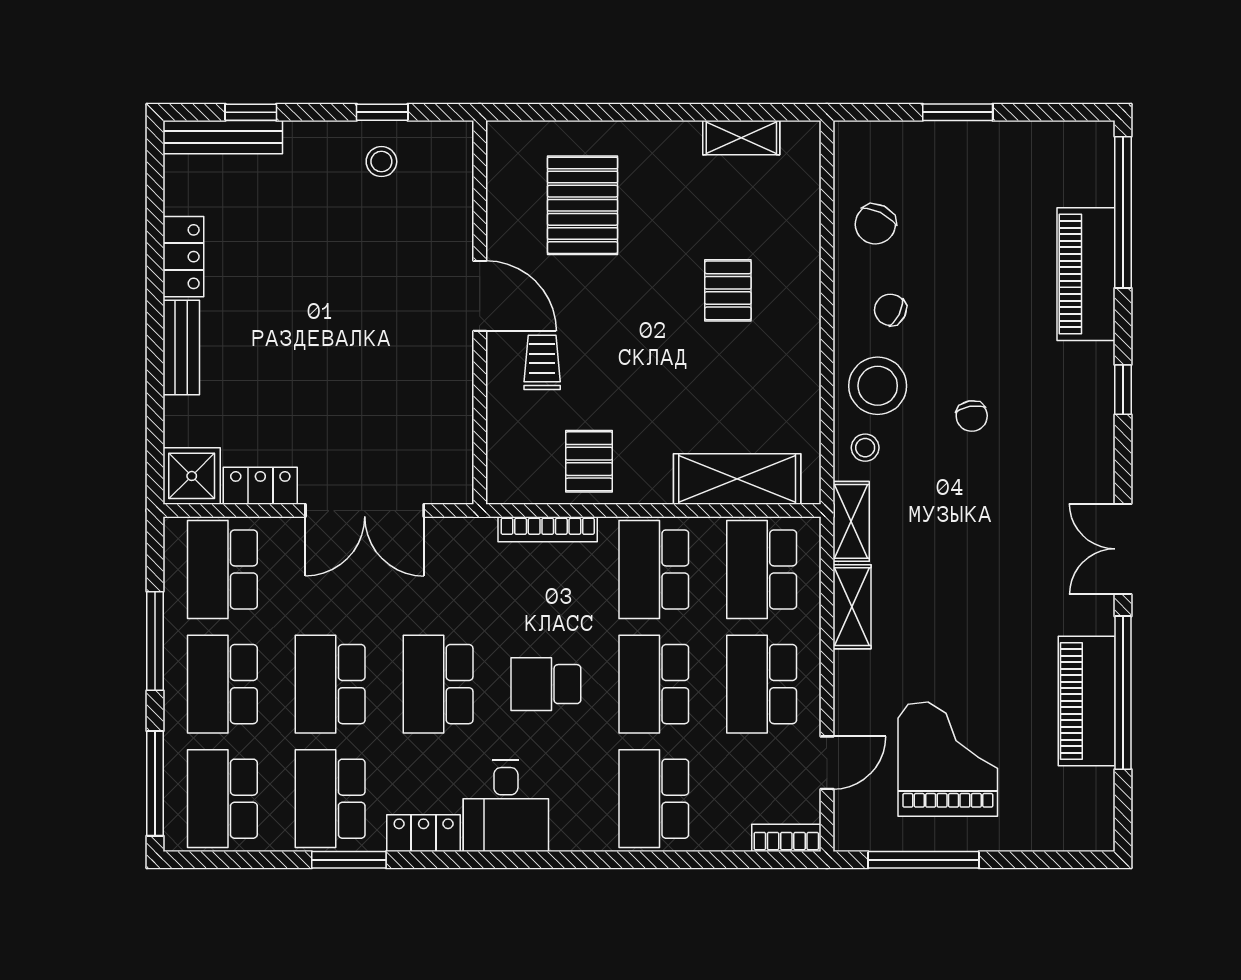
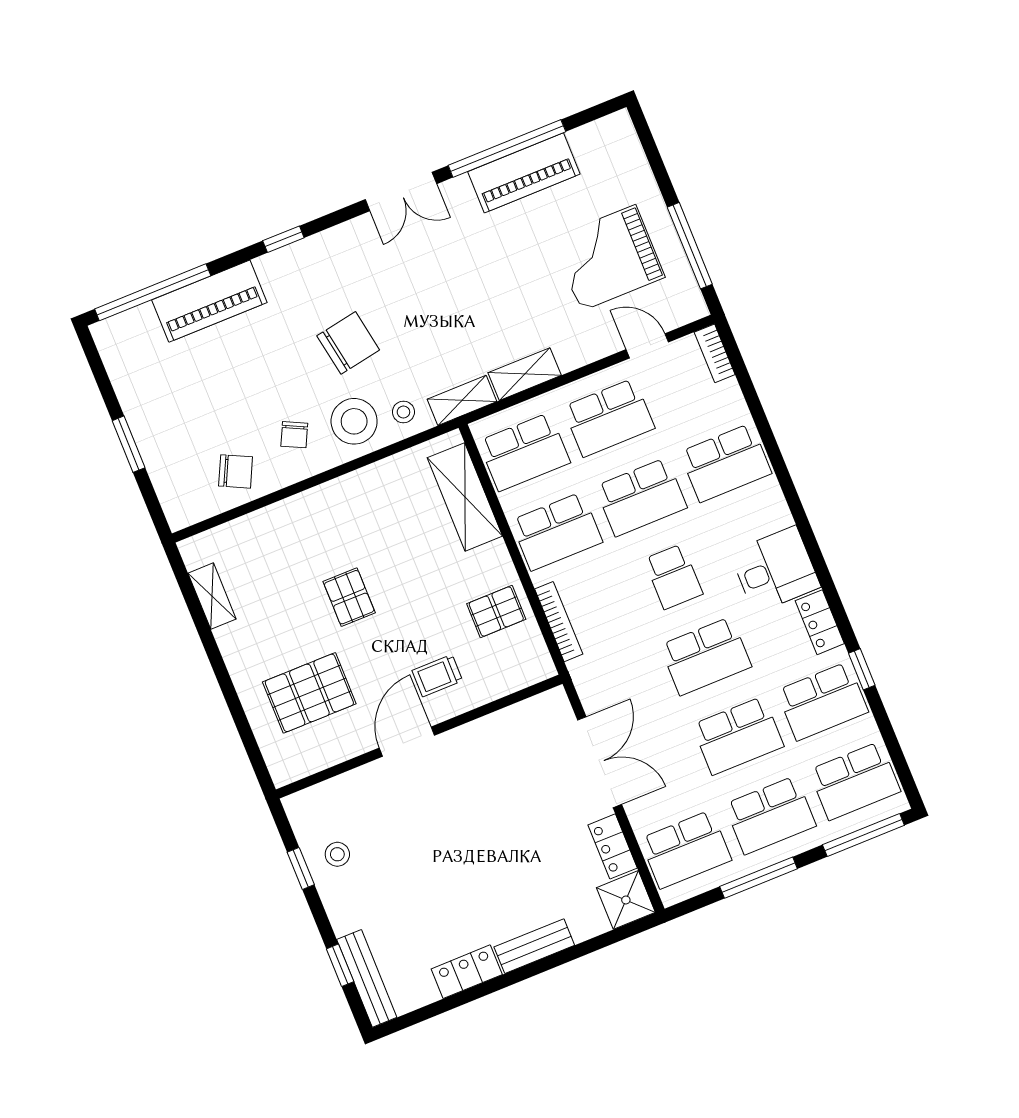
pallet: (728, 290) -> (349, 597), moved, turned 90
chair: (972, 416) -> (348, 343), width x1.87, depth x1.87
window: (349, 860) -> (862, 669), width x0.67

